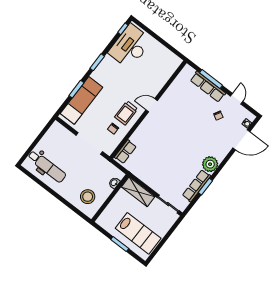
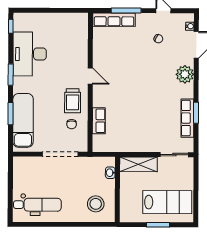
desk: (130, 46) -> (30, 54), moved
row of seats: (208, 87) -> (114, 20), moved
door: (152, 105) -> (90, 76), swing flipped
row of seats: (125, 152) -> (99, 121), moved
plant: (210, 164) -> (185, 74), moved

